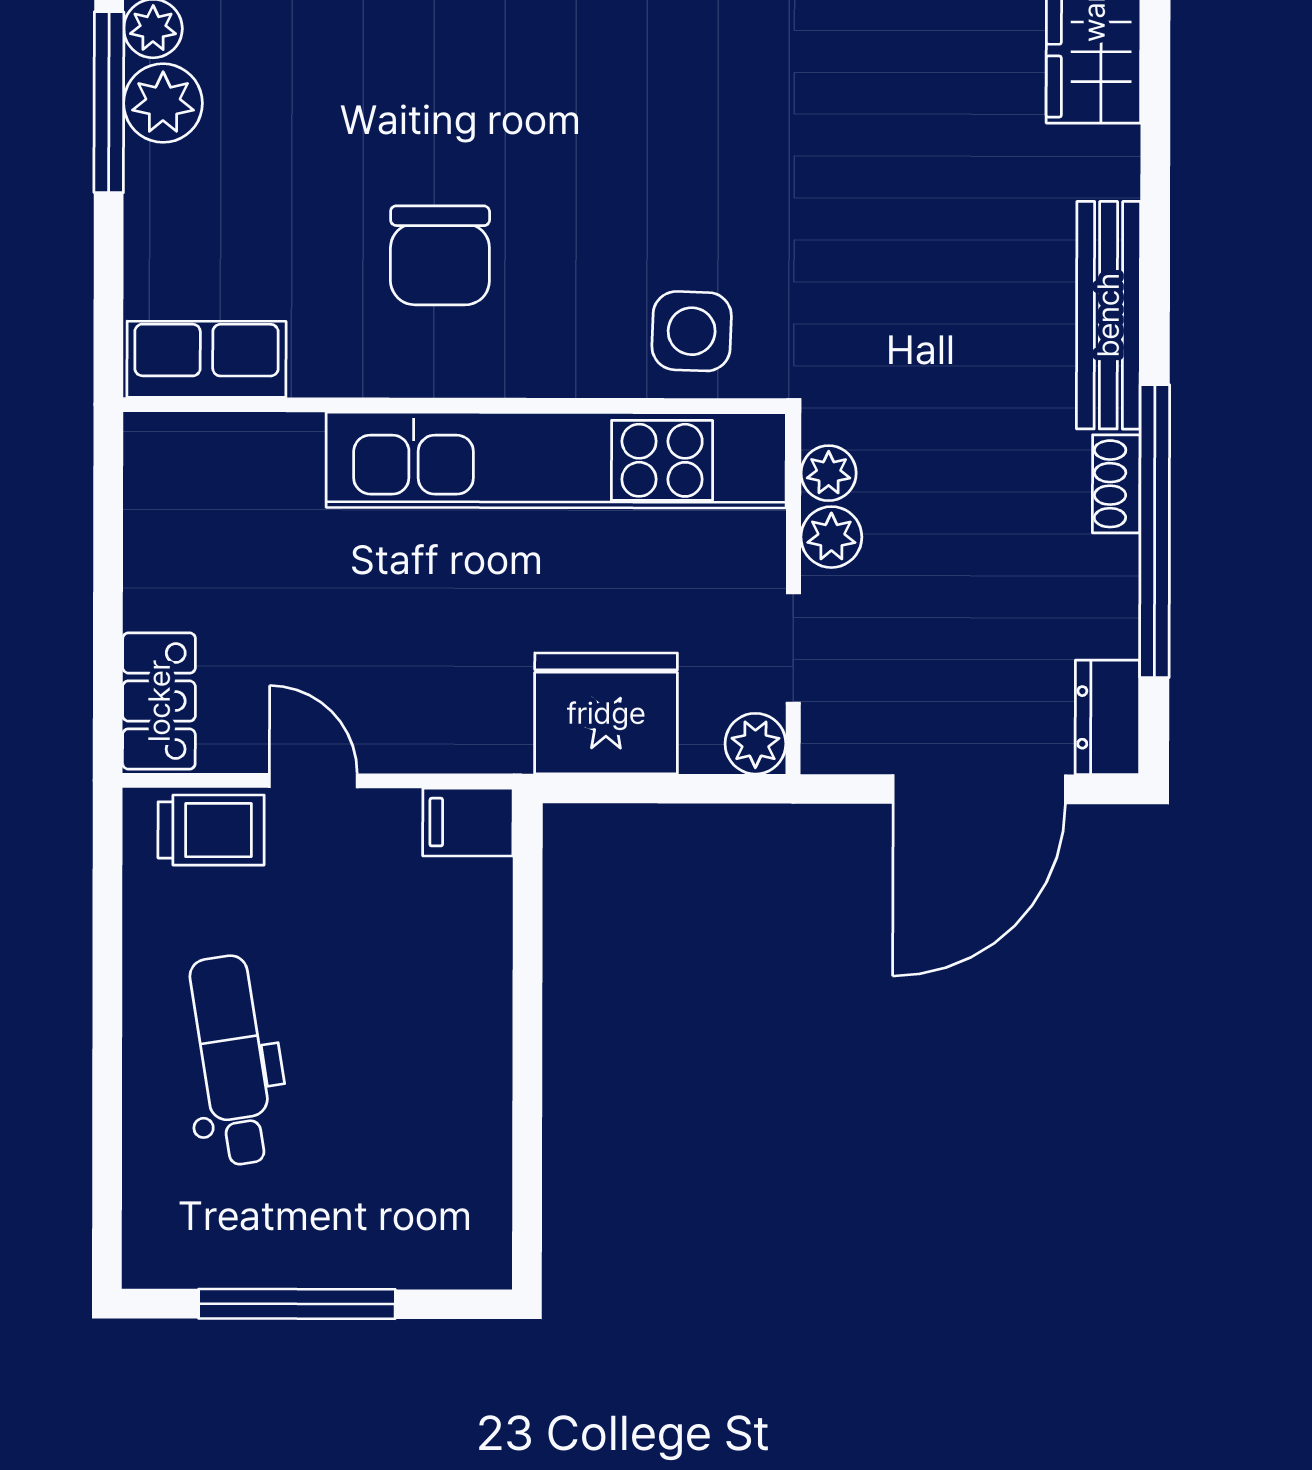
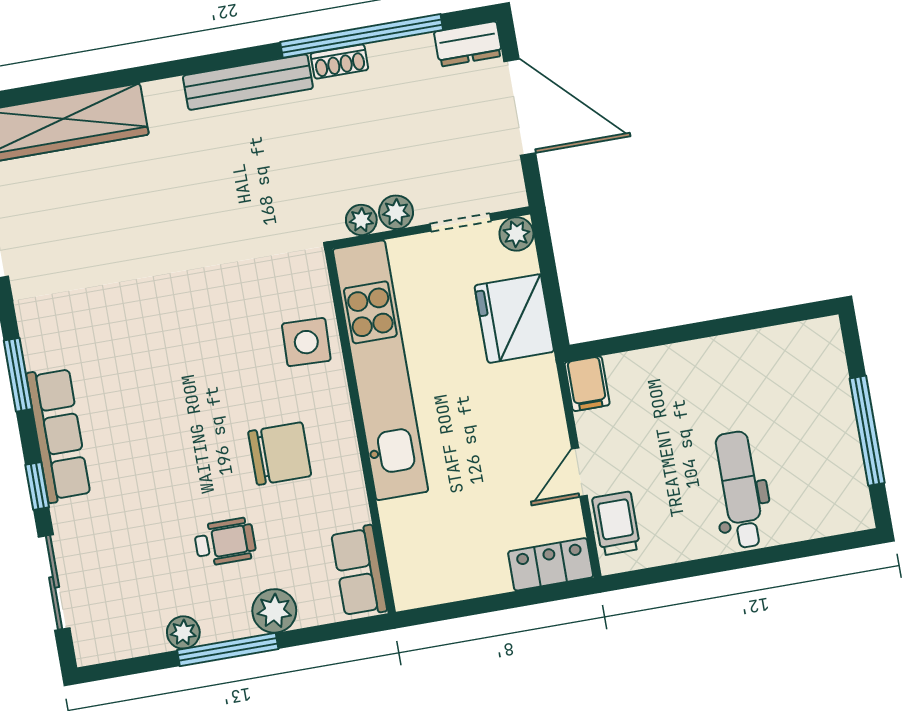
plant: (163, 103) -> (274, 611), moved
wheelchair: (301, 131) -> (225, 542), added
side table: (692, 331) -> (306, 342), moved
dental chair: (232, 1060) -> (740, 490), turned 99

